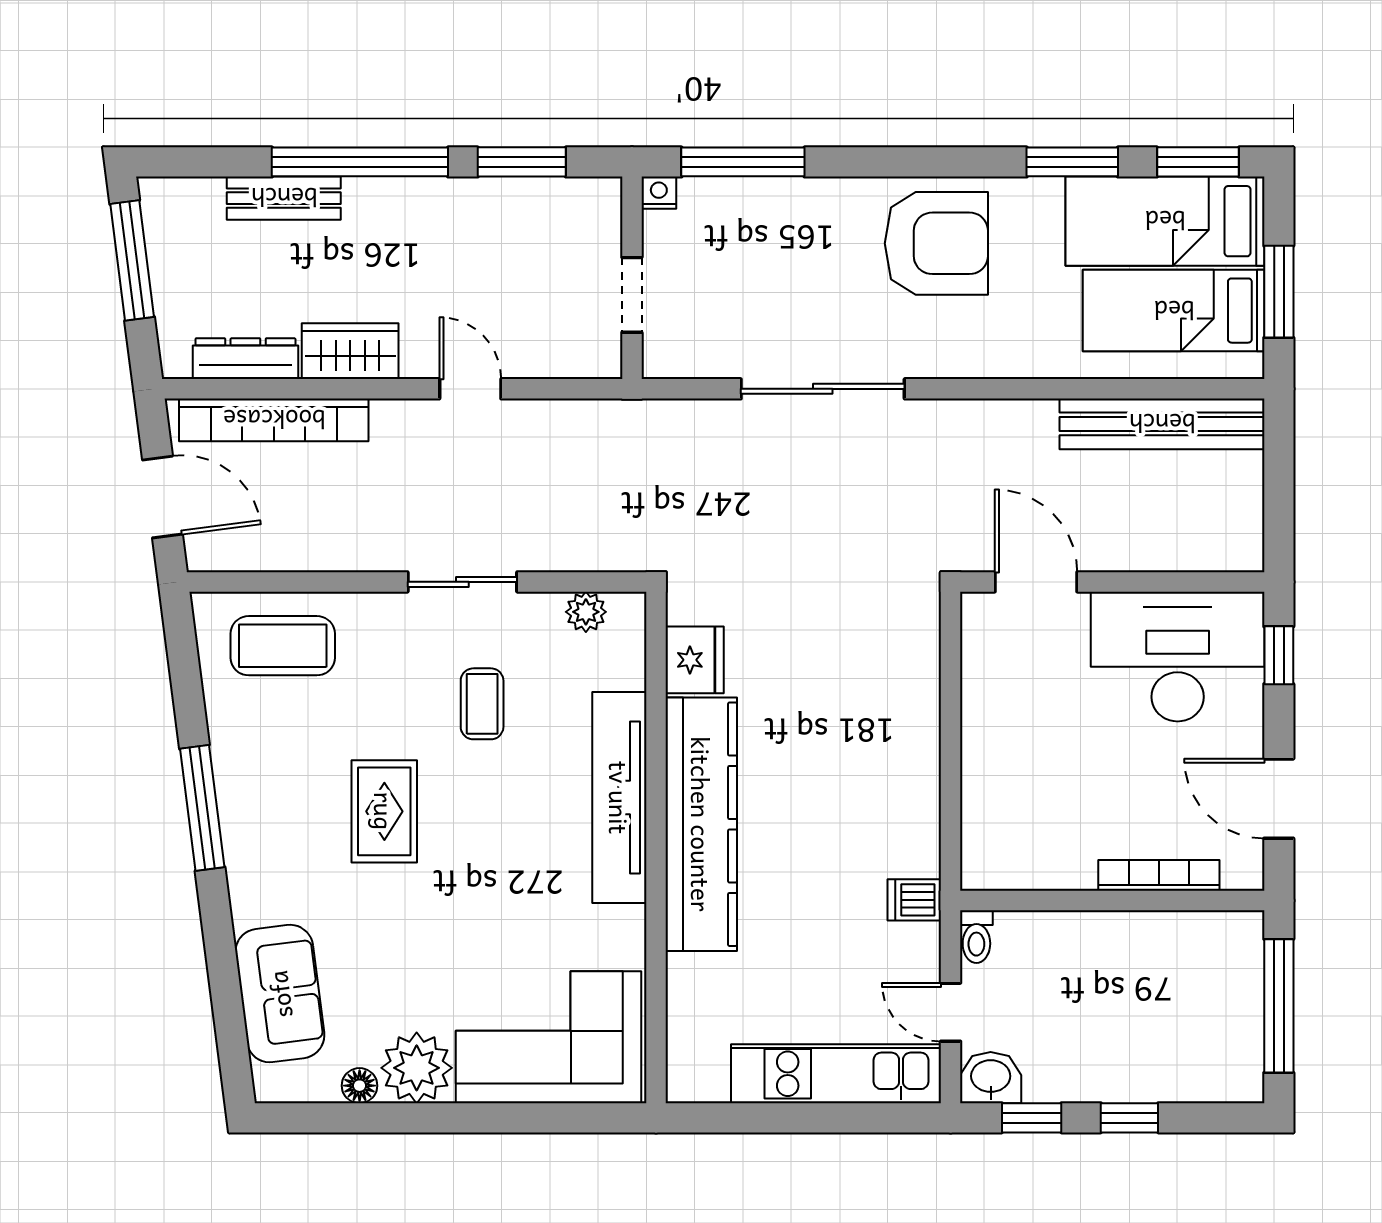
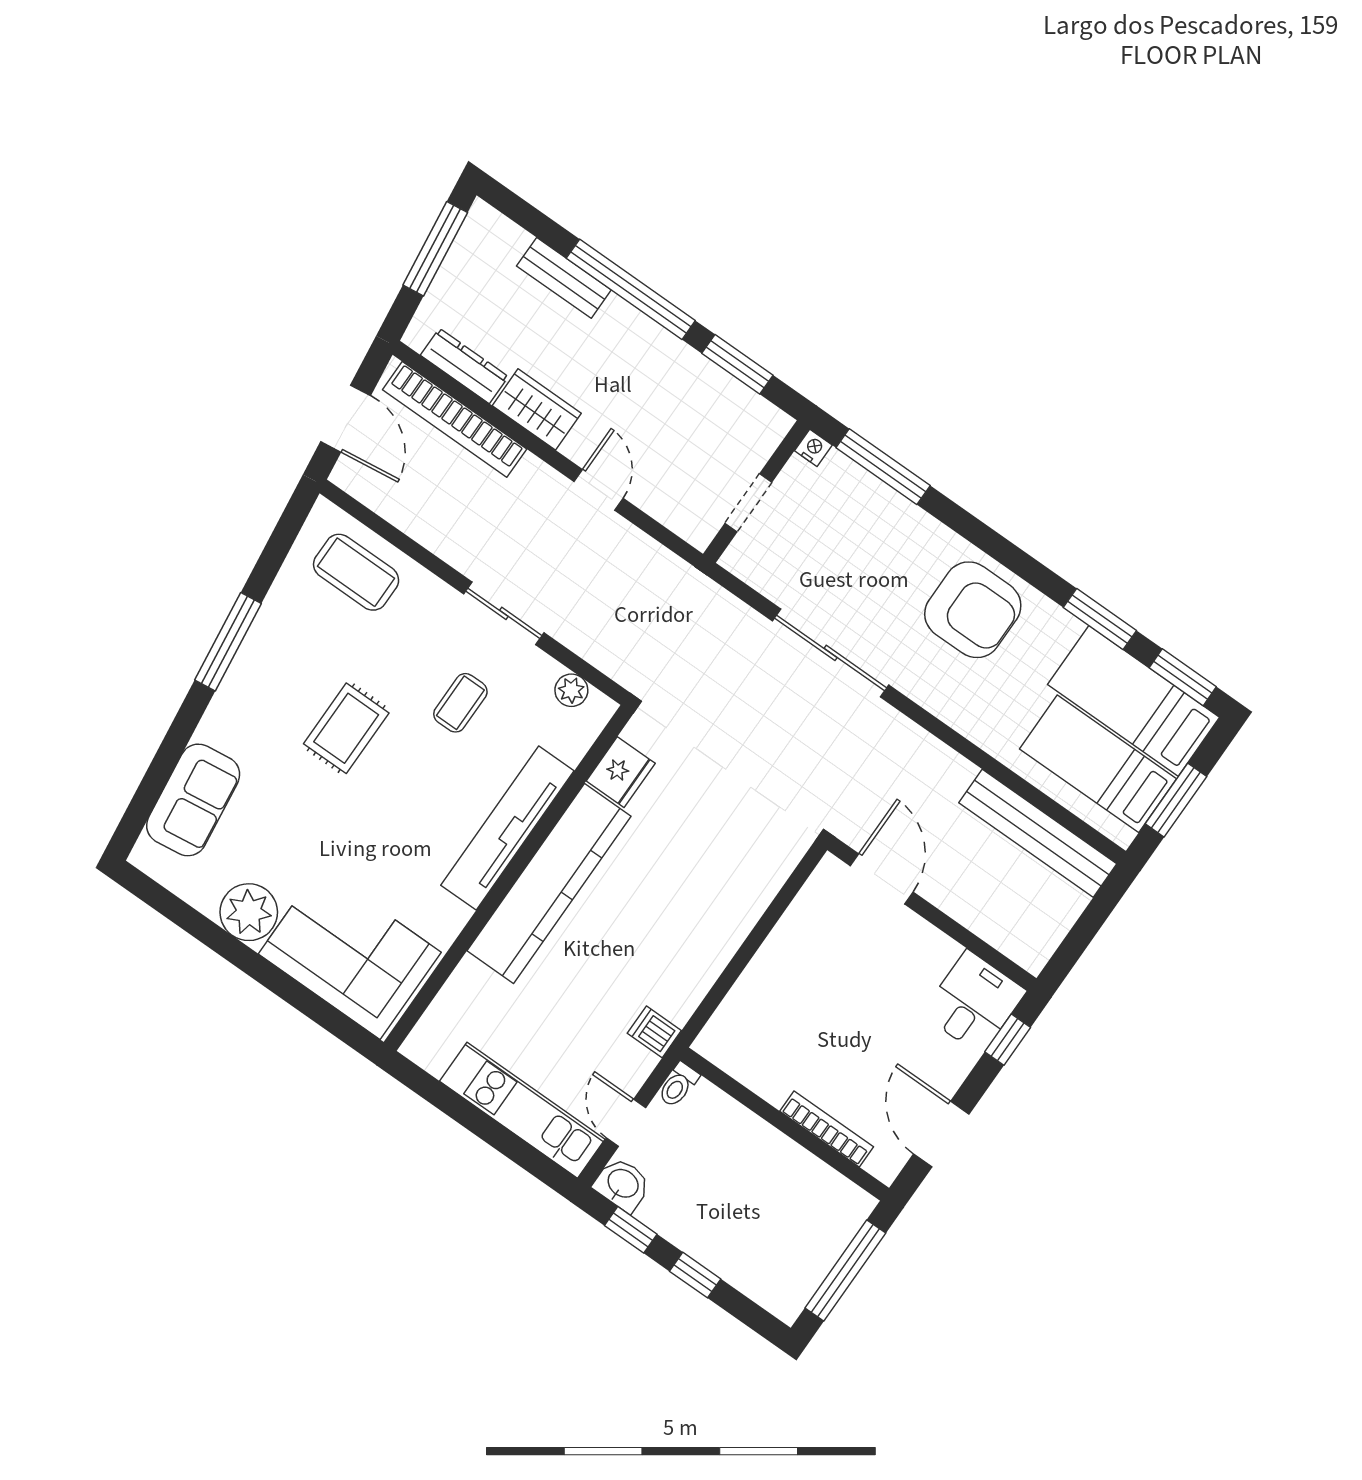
desk: (1178, 657) -> (974, 1002), width x0.53, depth x0.77
floor lamp: (360, 1086) -> (203, 897), removed

